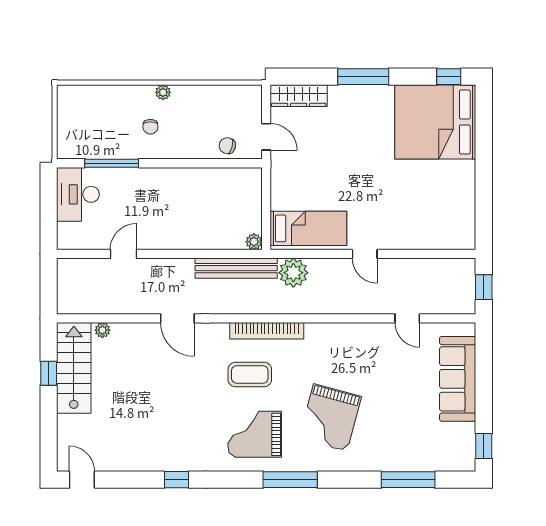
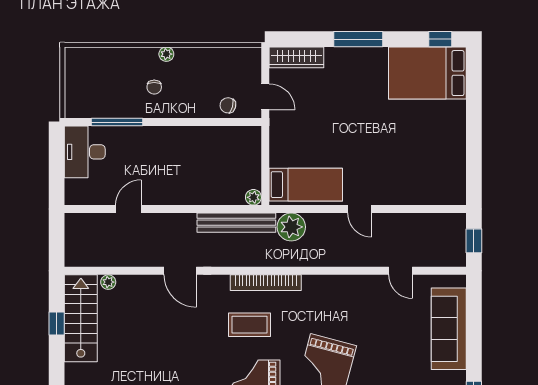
bed: (435, 122) -> (427, 73), width x0.73

